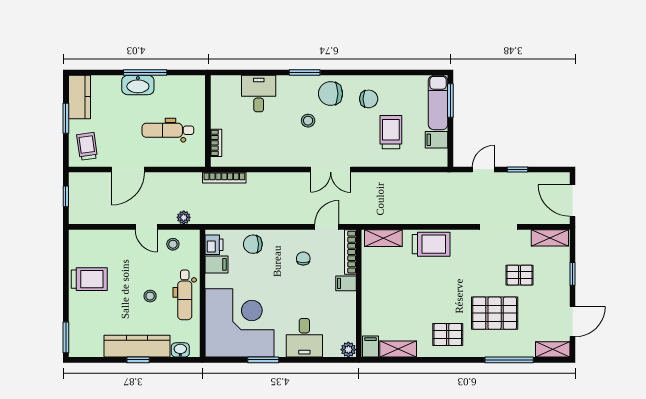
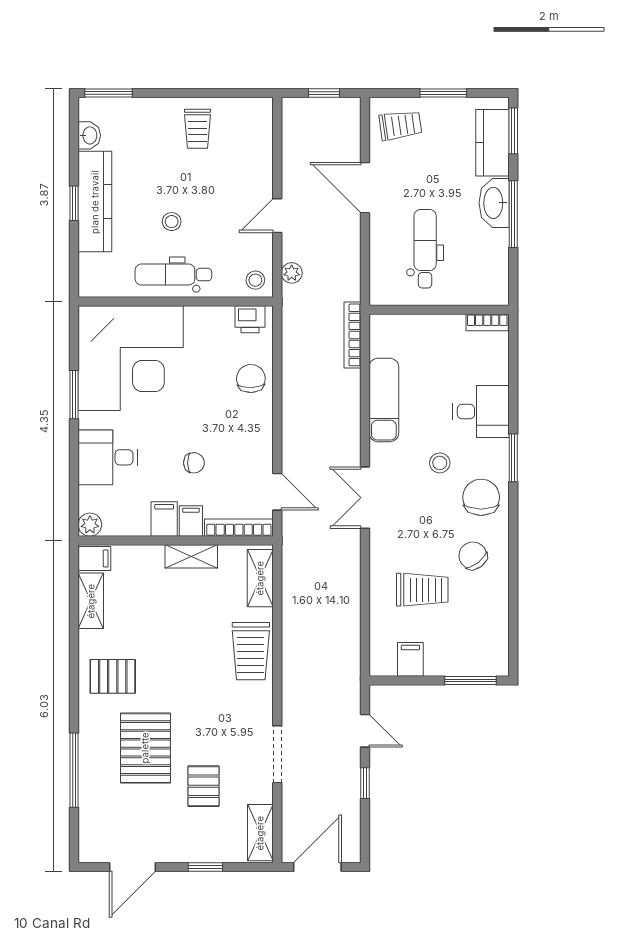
window: (91, 72) -> (513, 131), added
desk: (259, 94) -> (481, 412), moved
kitchen counter: (80, 97) -> (493, 143), moved, turned 90
chair: (369, 99) -> (473, 556), turned 142
exam couch: (438, 103) -> (384, 400), moved, turned 90
bookcase: (216, 143) -> (487, 322), moved
stool: (173, 244) -> (255, 280), moved
chair: (303, 258) -> (194, 463), moved
filing cabinet: (217, 264) -> (164, 519), moved, turned 180
trolley: (89, 279) -> (197, 129), width x0.73, depth x0.72
door: (572, 322) -> (133, 867), hinge flipped
pallet: (448, 335) -> (113, 676), turned 90
shelving: (553, 349) -> (191, 556), moved, turned 90
washbasin: (180, 350) -> (89, 135), moved

